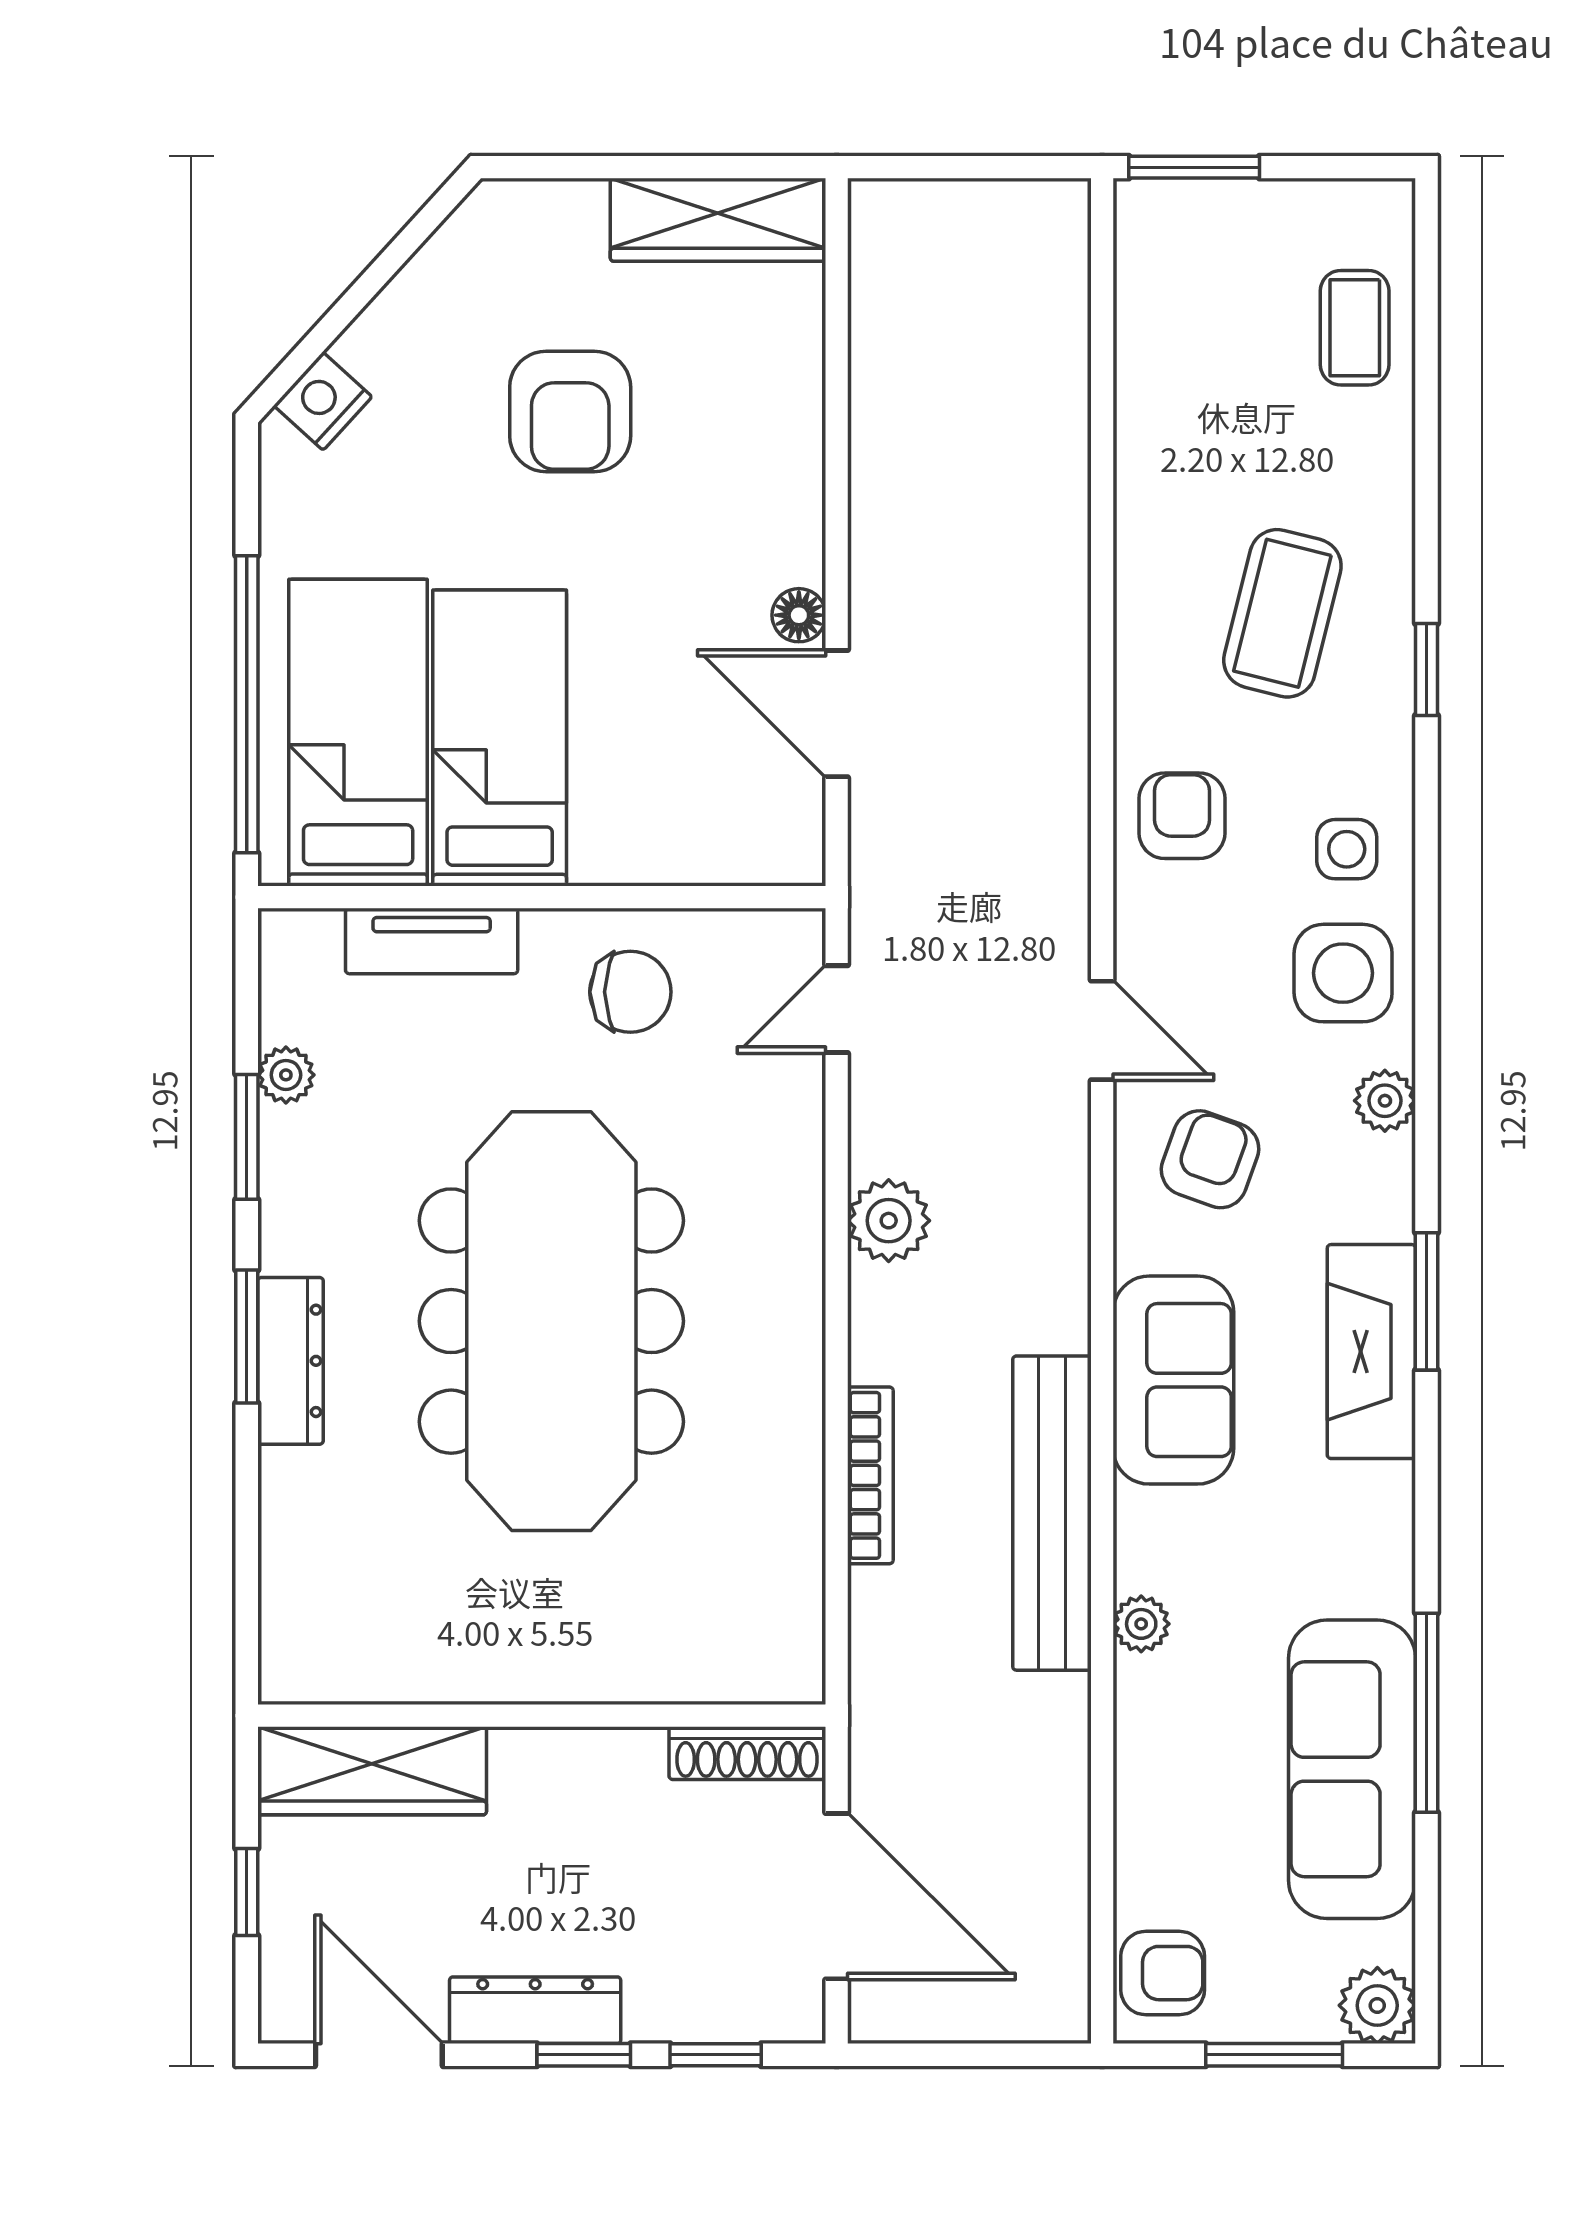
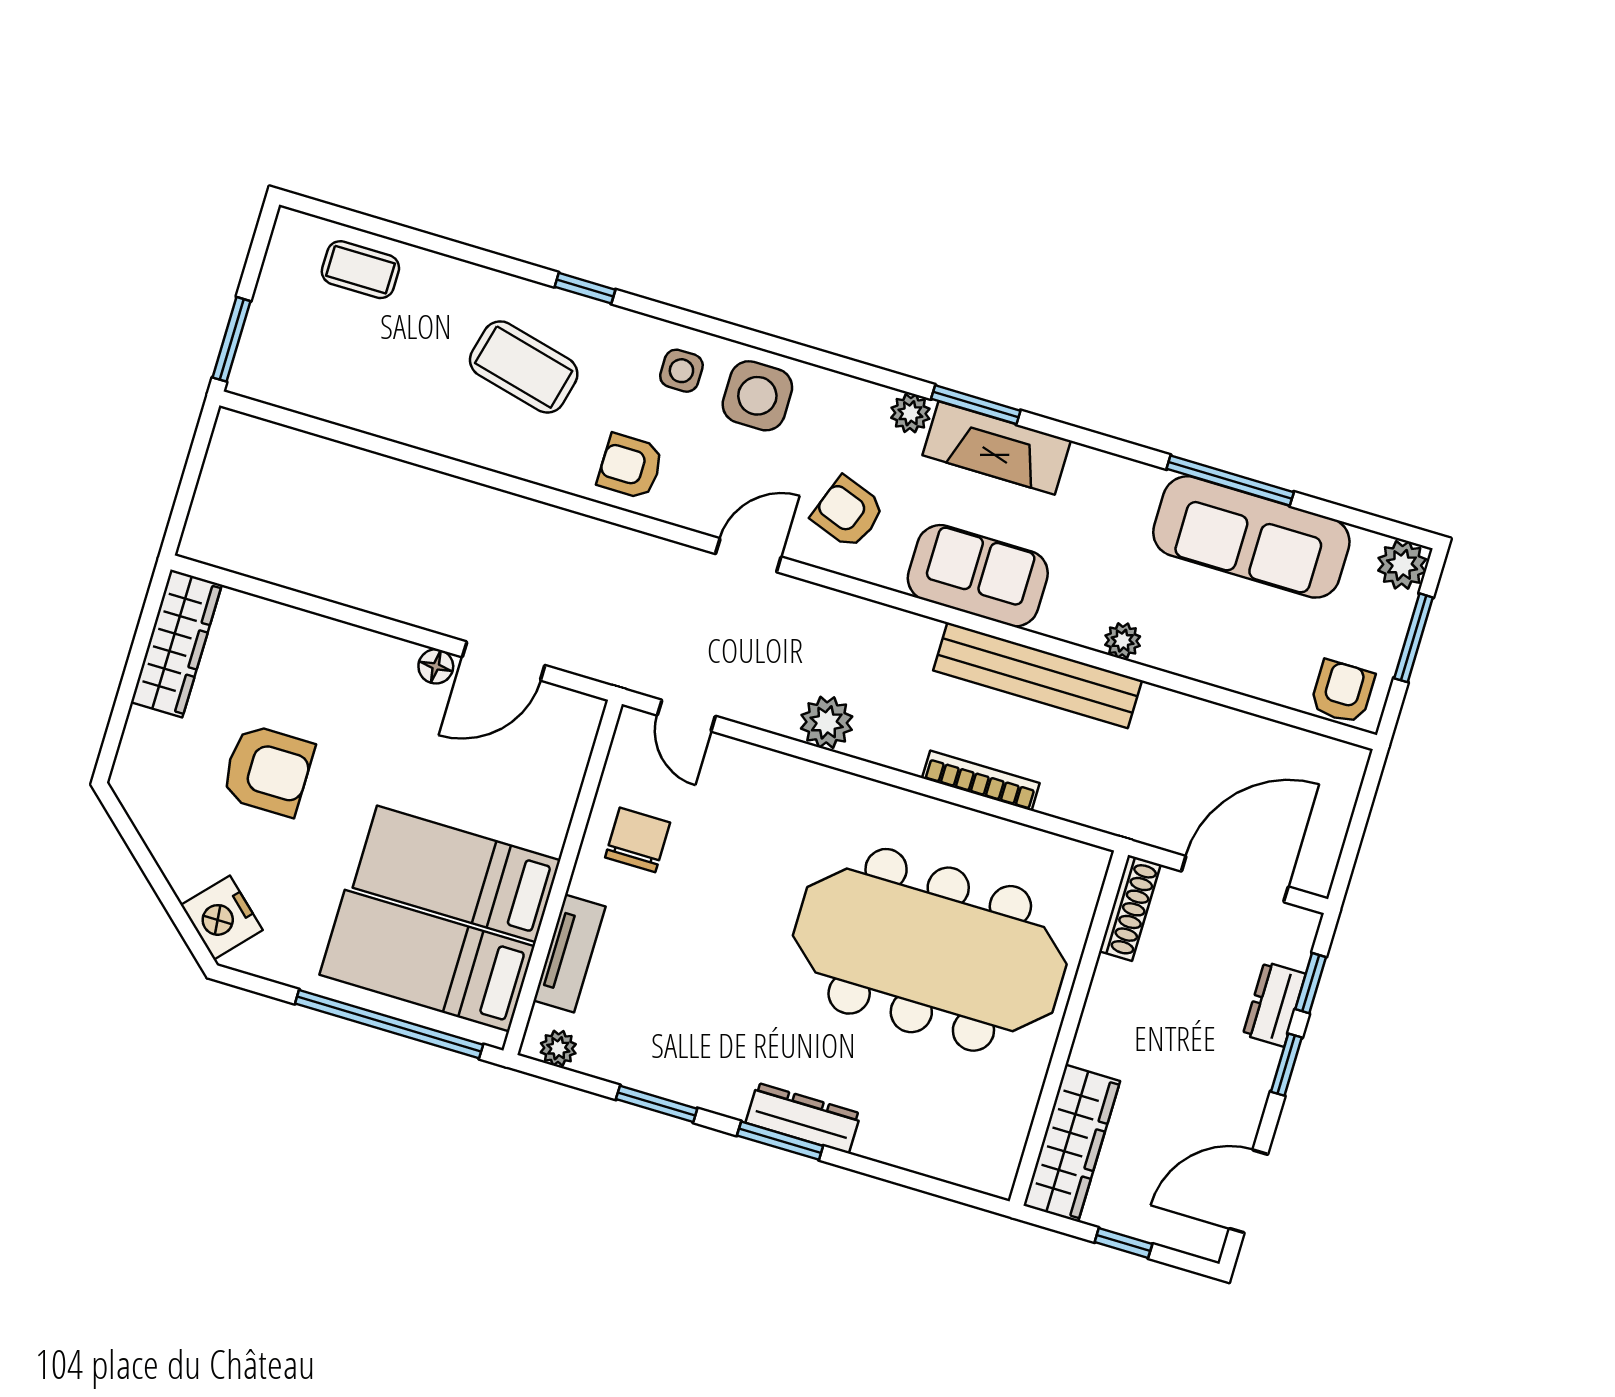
nightstand: (323, 401) -> (222, 918), width x1.36, depth x1.33
plant: (286, 1075) -> (558, 1048), moved
plant: (1385, 1101) -> (910, 413), moved
meeting table: (551, 1321) -> (930, 950), moved
dresser: (535, 2010) -> (1274, 1004), moved, width x0.70

